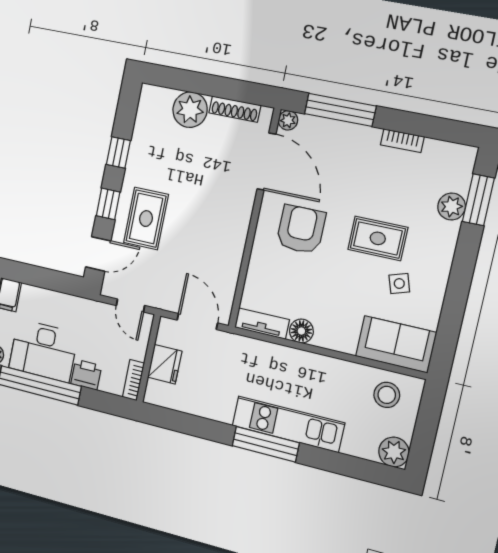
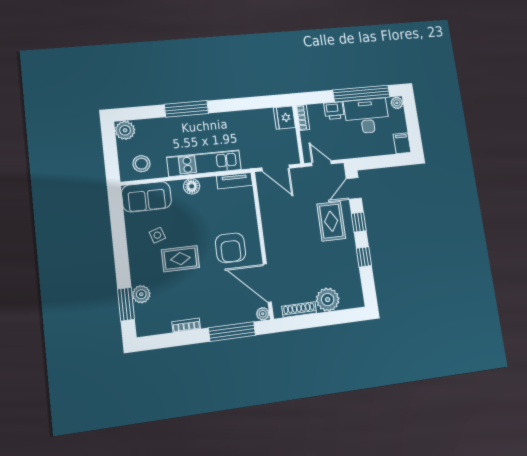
floor lamp: (301, 331) -> (192, 186), moved
fridge: (165, 364) -> (284, 118), moved
kitchen unit: (288, 424) -> (204, 163), moved, turned 180
window: (266, 444) -> (187, 109), moved

